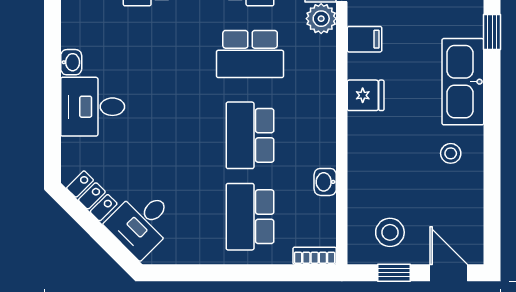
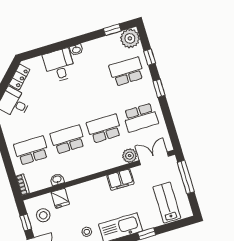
filing cabinet: (365, 39) -> (120, 180), width x2.00
school desk: (250, 54) -> (104, 129), turned 90
fridge: (366, 95) -> (60, 198), moved

